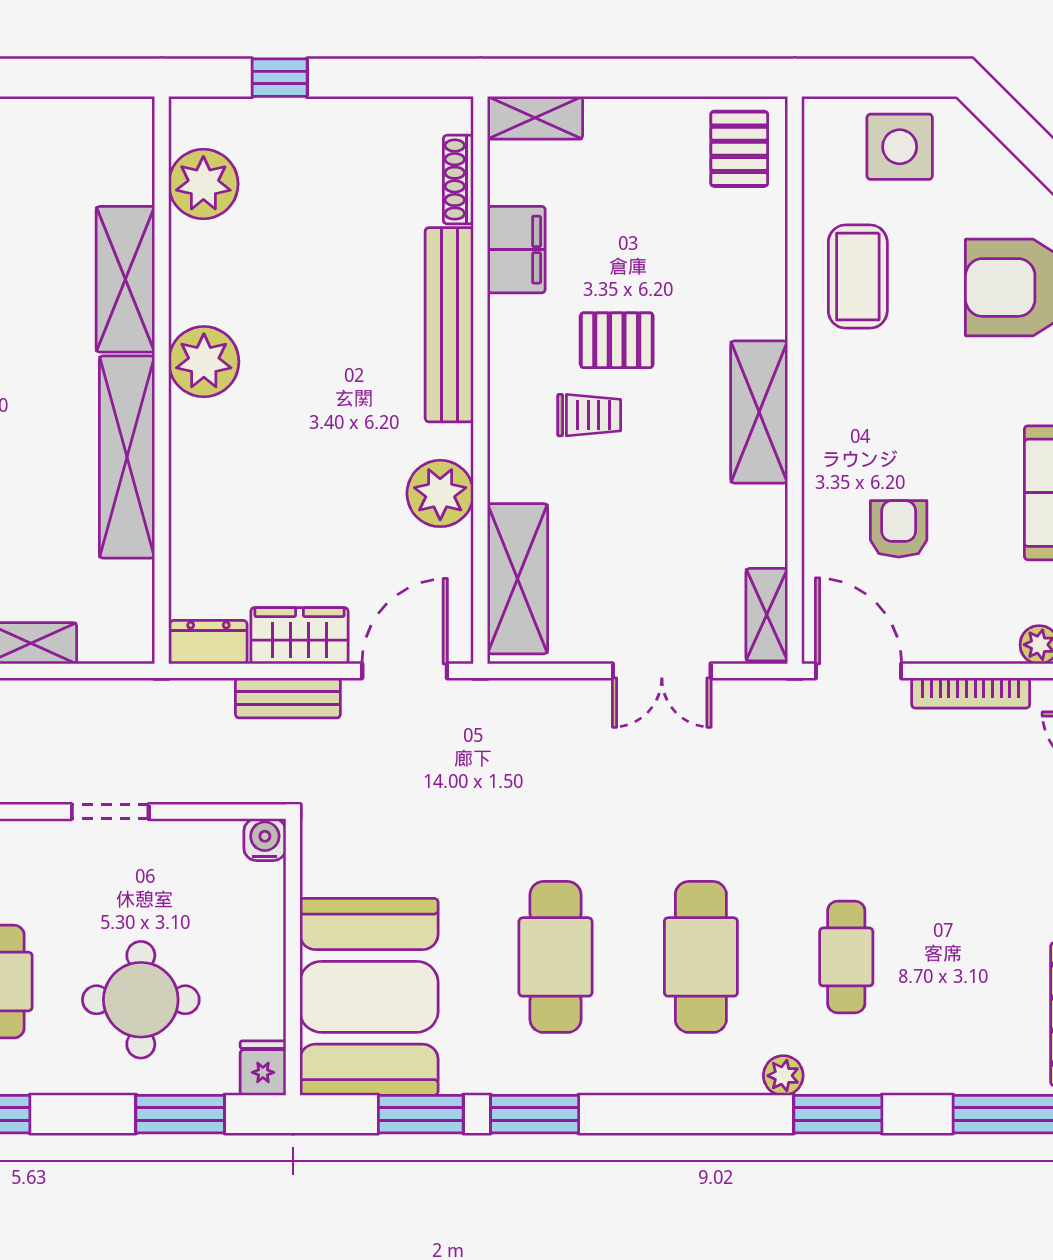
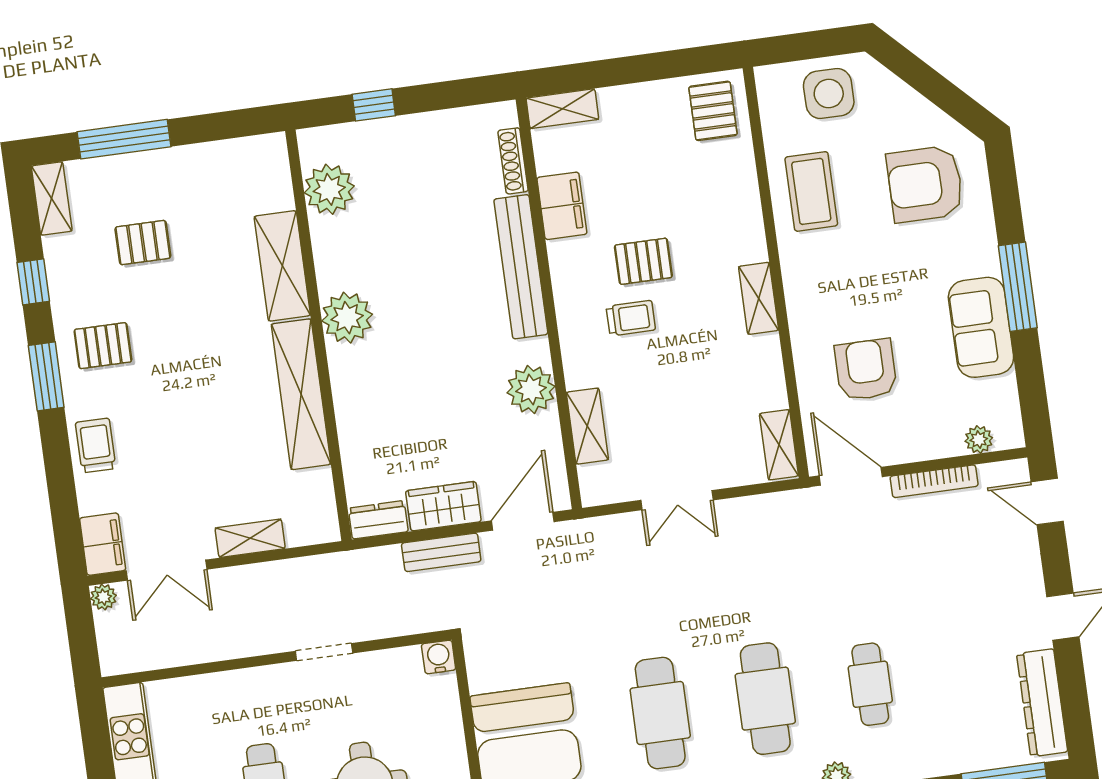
shelving: (759, 412) -> (759, 298), width x0.67, depth x0.75
armchair: (899, 529) -> (866, 370), width x1.38, depth x1.38
shelving: (518, 579) -> (587, 426), width x0.67, depth x0.75
double door: (662, 671) -> (677, 500), moved

